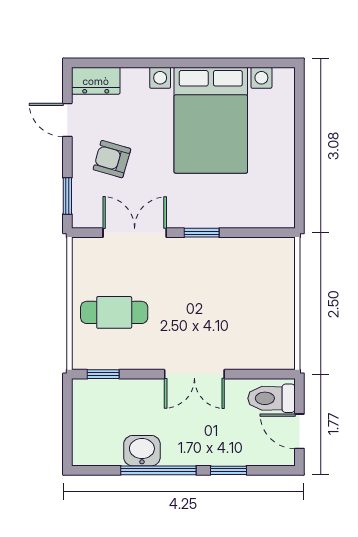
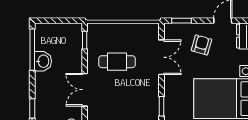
window: (202, 233) -> (162, 106), moved
cafe table: (114, 312) -> (117, 62), moved, turned 90
window: (158, 470) -> (32, 50), moved

